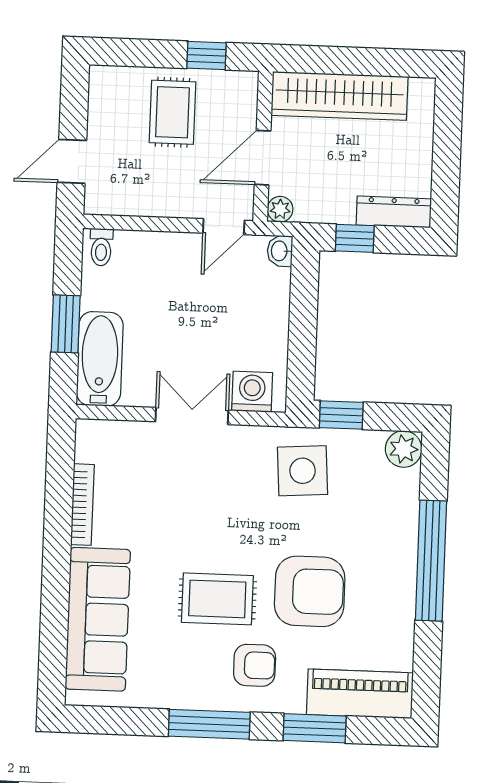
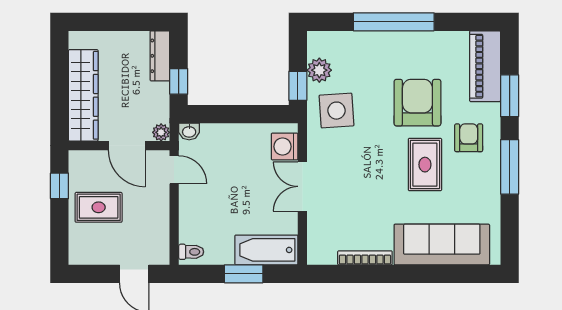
plant: (404, 449) -> (319, 70), moved

